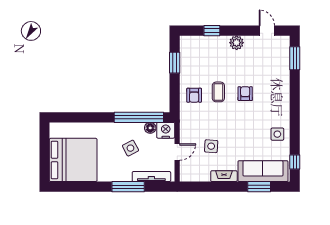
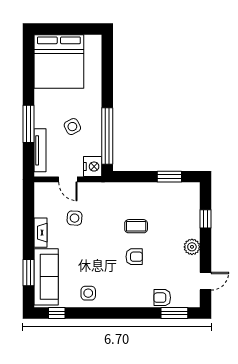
armchair: (194, 95) -> (162, 298), moved
floor lamp: (150, 128) -> (95, 149), removed

